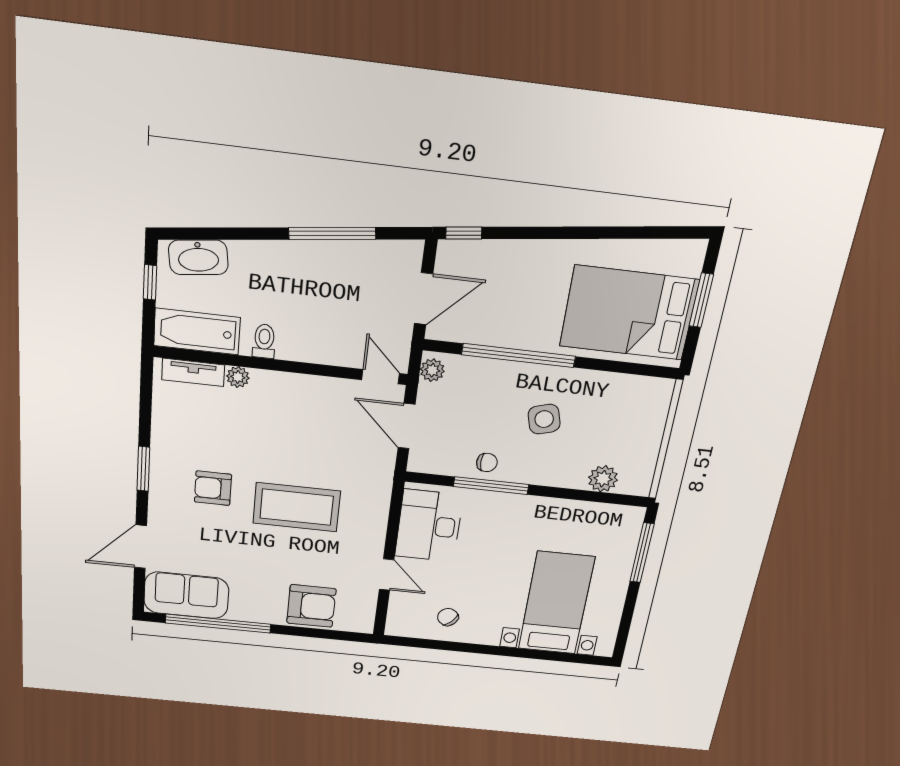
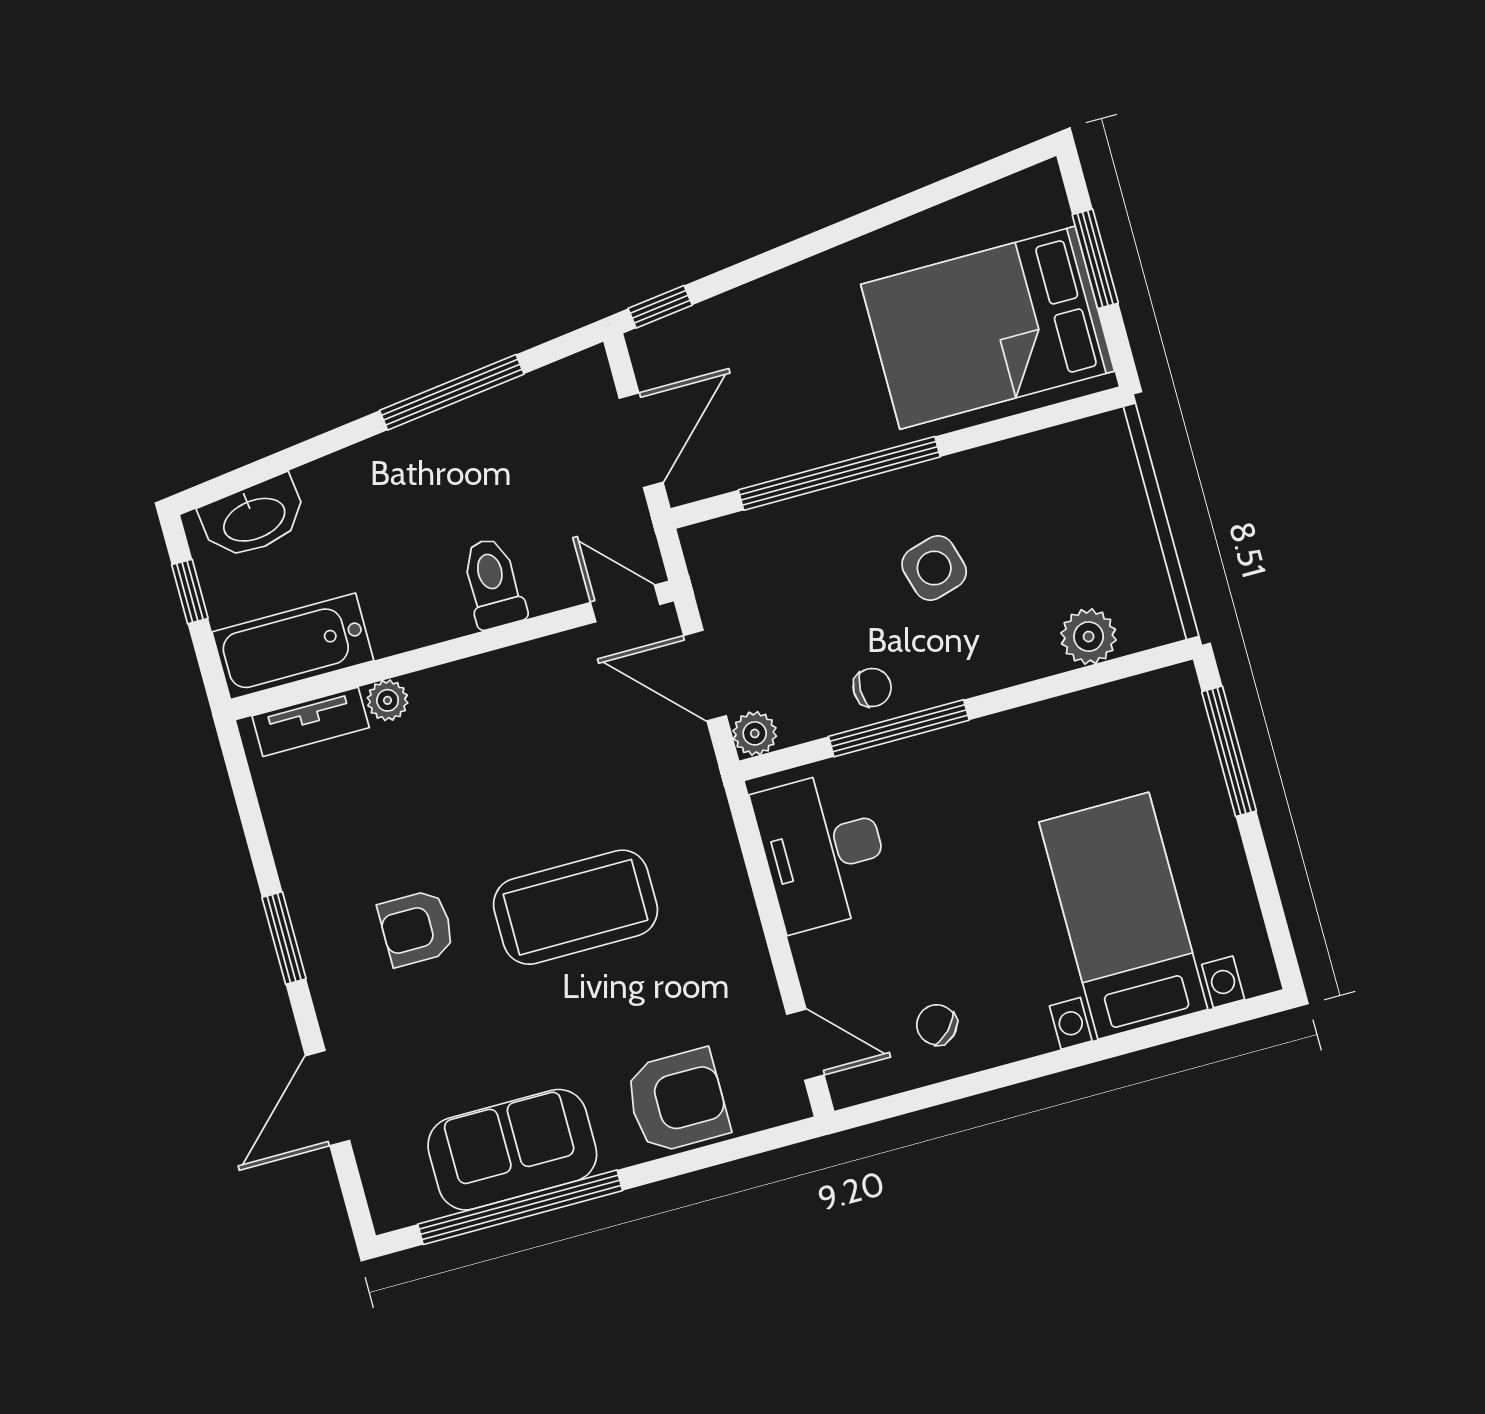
toilet: (264, 341) -> (493, 583), moved, width x1.37, depth x1.39
plant: (432, 370) -> (755, 733), moved
door: (386, 575) -> (805, 1045), moved
sofa: (186, 595) -> (512, 1150), moved

